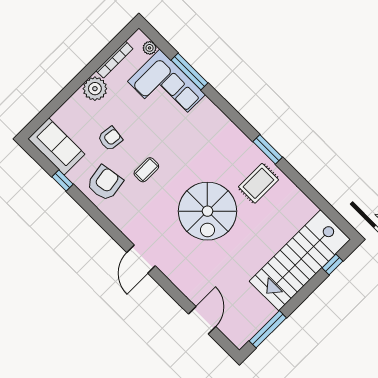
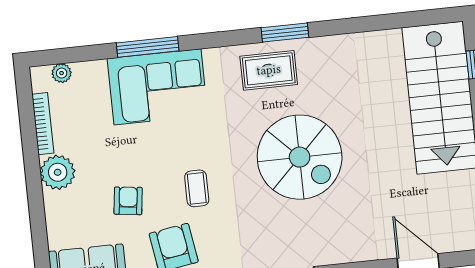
window: (190, 71) -> (148, 47), moved
corner sofa: (167, 88) -> (158, 87), moved
rug: (258, 183) -> (269, 70), moved, turned 90

